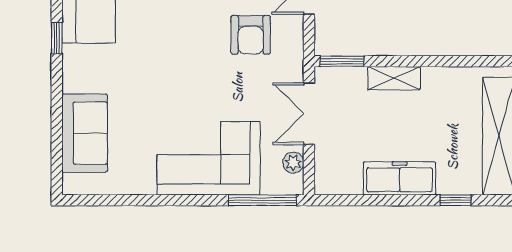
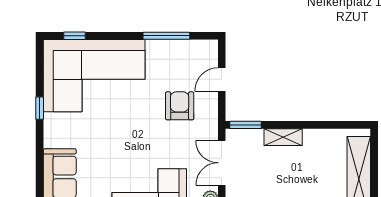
armchair: (251, 35) -> (180, 106), turned 180

